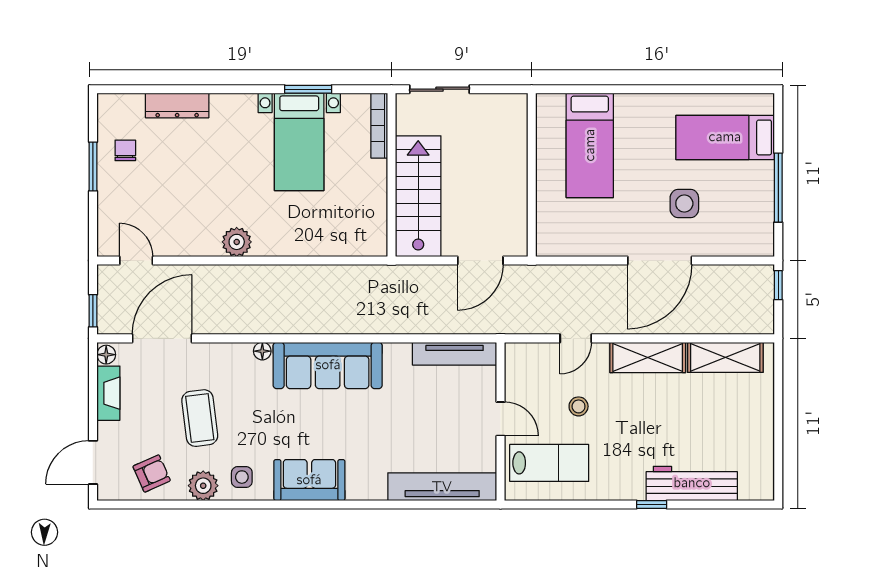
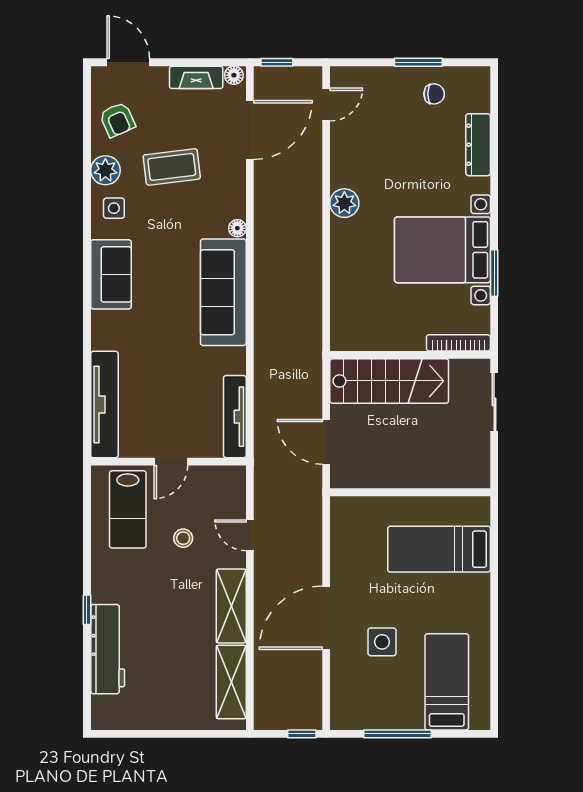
bed with nightstands: (299, 142) -> (442, 250), width x1.36
door: (660, 260) -> (326, 618), hinge flipped
door: (162, 338) -> (250, 130), hinge flipped

